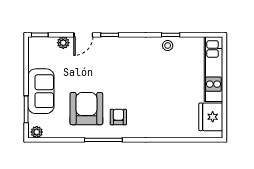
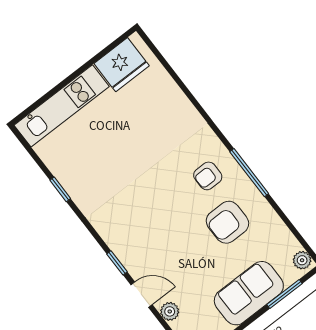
stool: (168, 46) -> (76, 183), removed
armchair: (86, 109) -> (227, 222), width x0.73, depth x0.73

